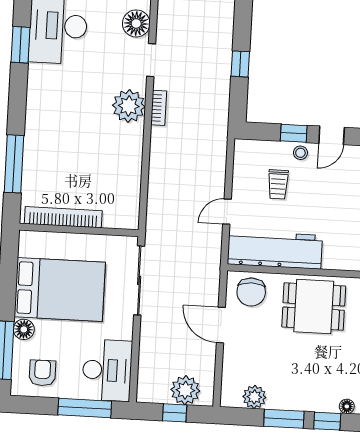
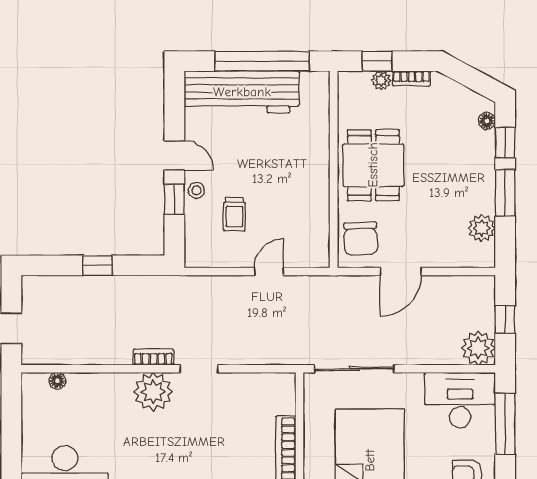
floor lamp: (136, 23) -> (57, 381), width x0.53, depth x0.53
doorway: (151, 60) -> (199, 369), moved
trolley: (278, 184) -> (234, 214), turned 90
door: (227, 212) -> (269, 272), swing flipped
workbench: (275, 250) -> (310, 214), removed
chair: (251, 292) -> (361, 239), turned 88
plant: (185, 390) -> (478, 348), moved

